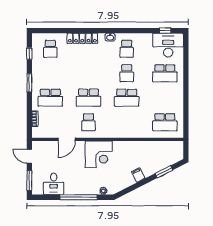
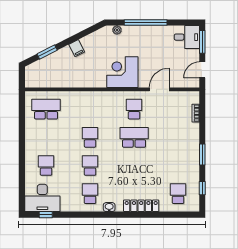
school desk: (165, 73) -> (46, 166), width x0.54
school desk: (50, 98) -> (178, 137), removed
school desk: (127, 98) -> (90, 137), width x0.54
door: (29, 156) -> (202, 70), swing flipped
desk: (54, 184) -> (187, 37), moved, turned 90

